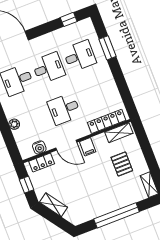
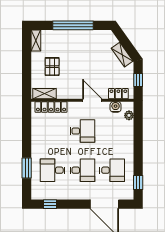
desk: (48, 68) -> (82, 170), turned 180
plant: (14, 124) -> (129, 115), moved
filing cabinet: (88, 147) -> (75, 92), removed

